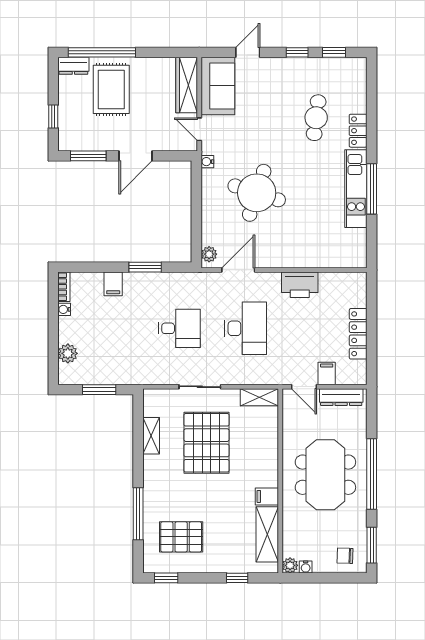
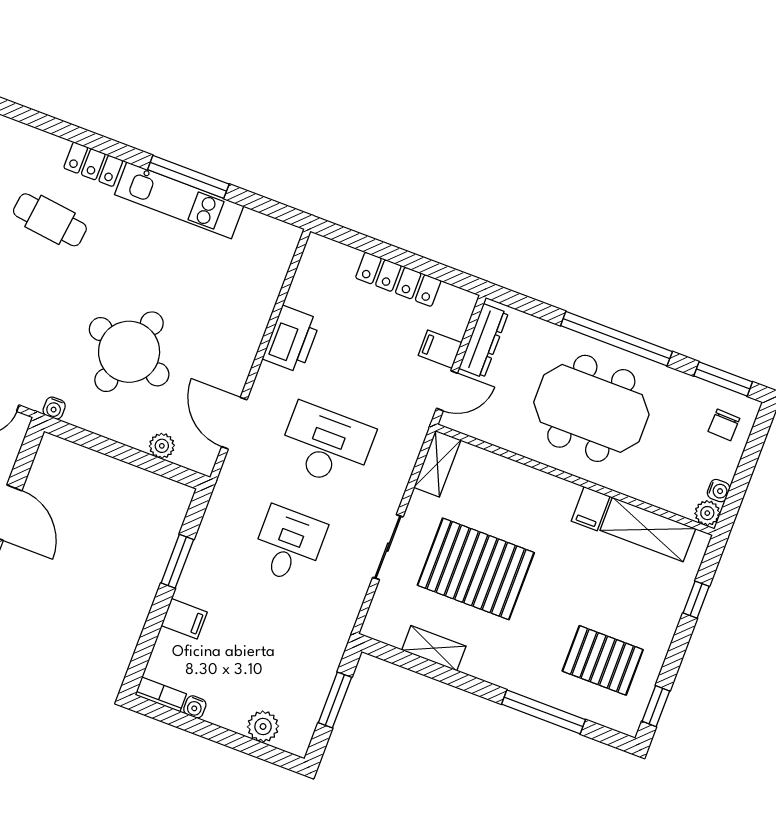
plant: (209, 254) -> (162, 446), moved
pallet: (181, 537) -> (603, 660), turned 90

